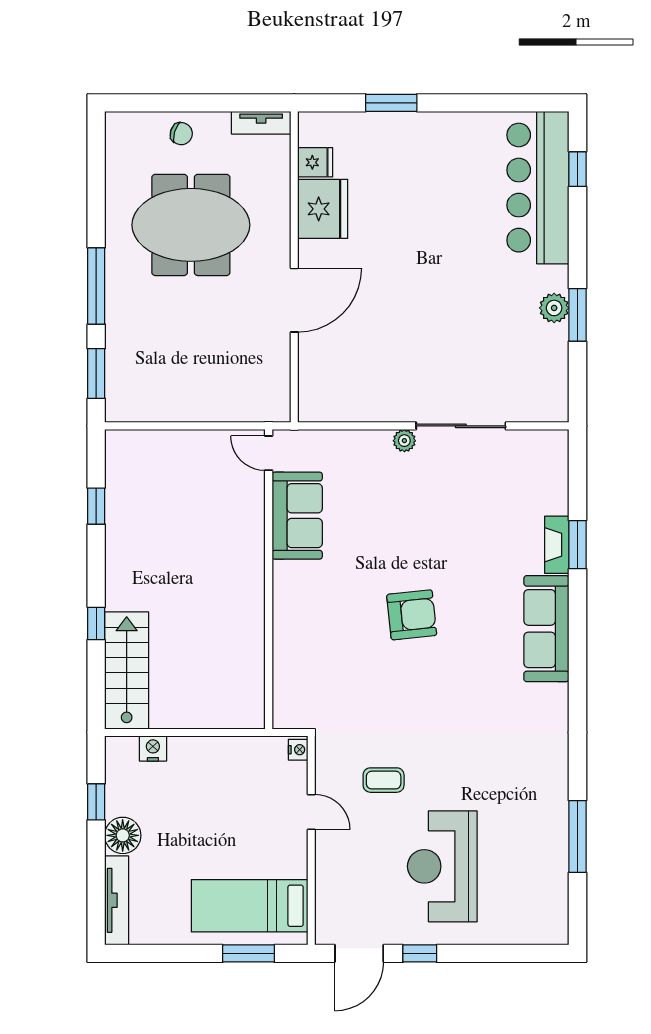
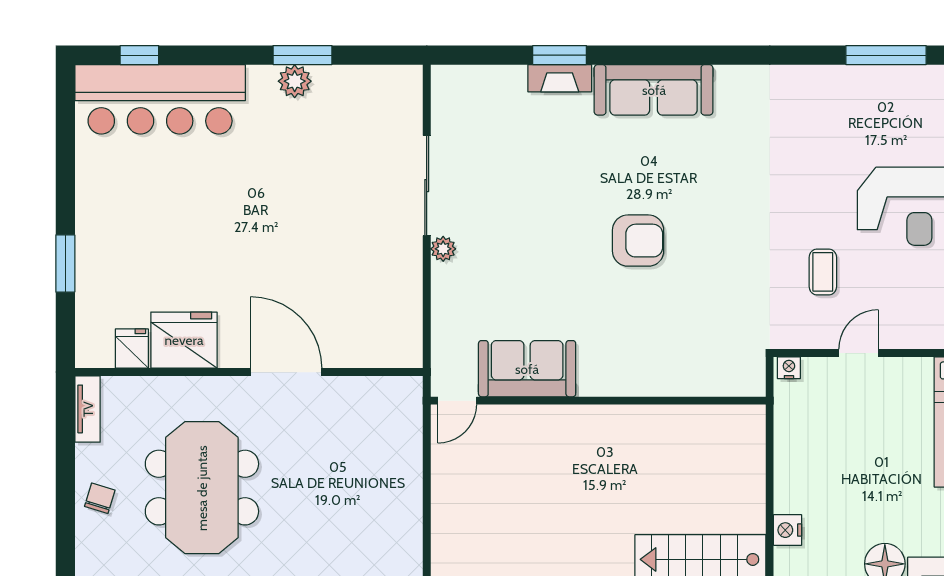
armchair: (412, 615) -> (638, 241), turned 96

